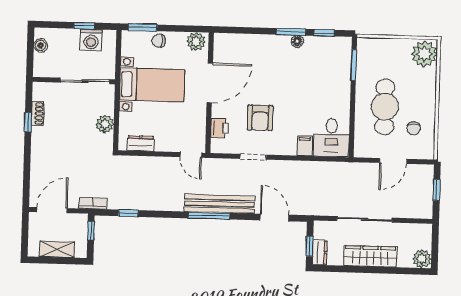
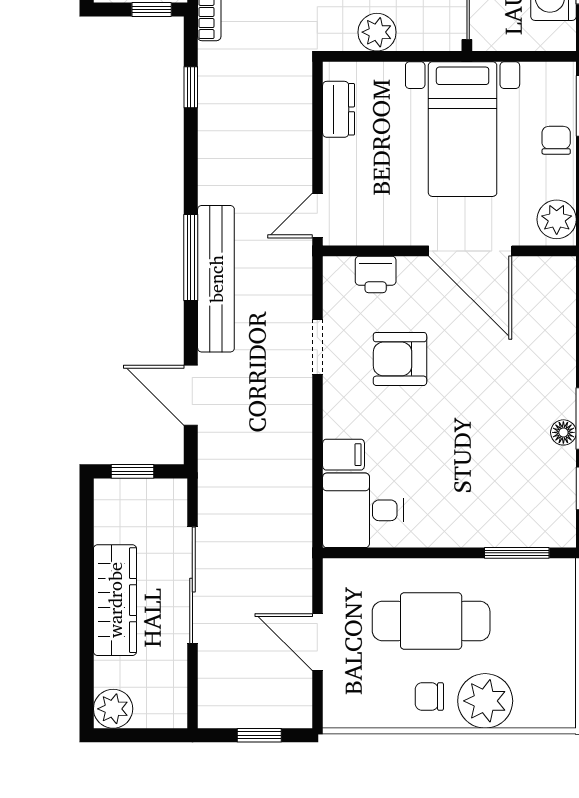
plant: (424, 54) -> (485, 701), moved
chair: (414, 128) -> (429, 697), moved
door: (274, 218) -> (191, 395), swing flipped
dresser: (320, 253) -> (120, 493), removed

